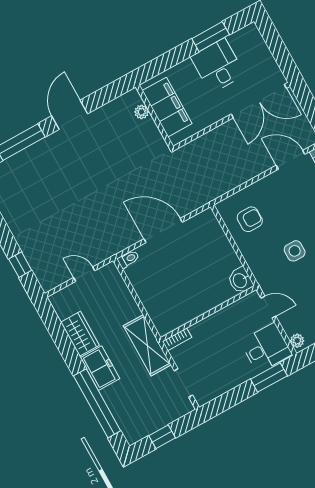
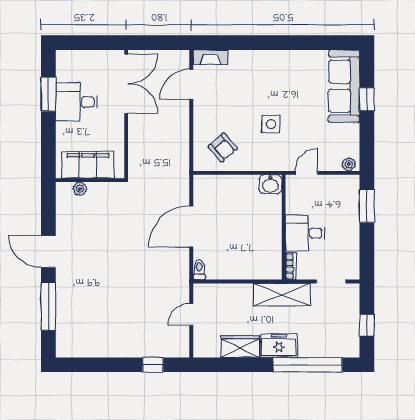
armchair: (250, 219) -> (223, 147), turned 139
desk: (266, 348) -> (305, 233), moved, turned -90

